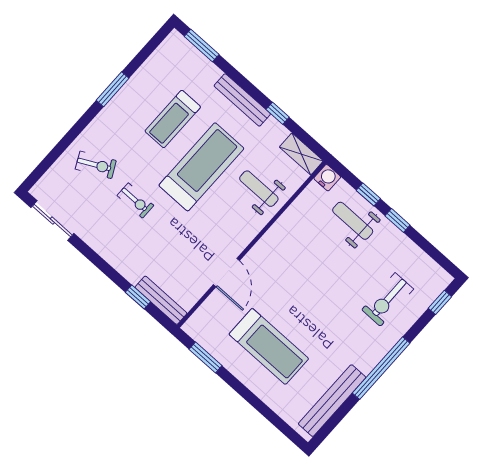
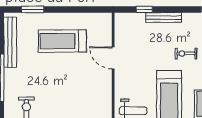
bench: (161, 300) -> (164, 18), moved
window: (206, 357) -> (33, 9), moved

